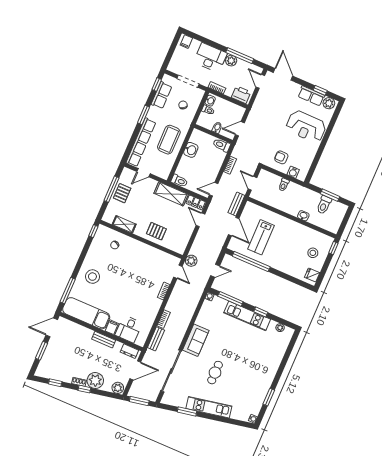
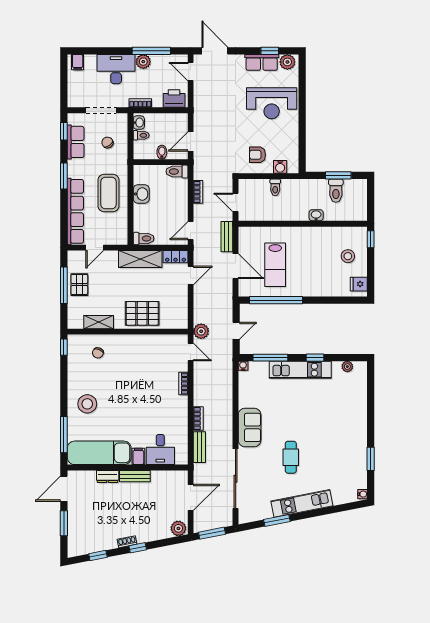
door: (200, 220) -> (191, 275), swing flipped
pallet: (156, 231) -> (142, 313), width x1.50, depth x1.42
dresser: (129, 351) -> (108, 476), moved
plant: (95, 381) -> (147, 531), removed

